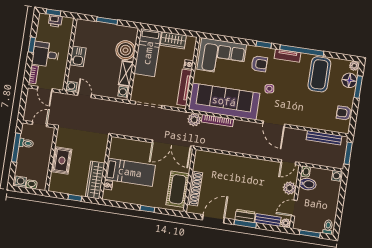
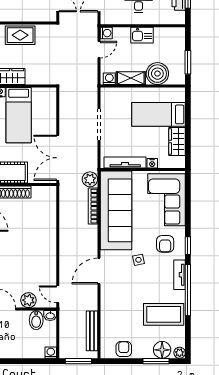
boiler: (126, 50) -> (157, 74), moved
wall: (134, 64) -> (143, 86), moved
shelving: (126, 73) -> (131, 78), moved
washing machine: (124, 92) -> (109, 79), moved

